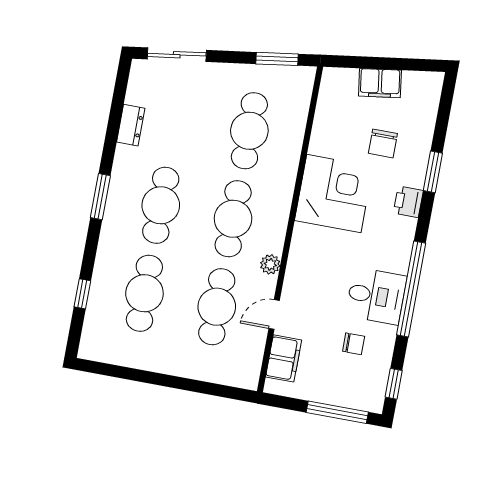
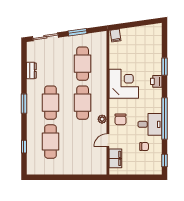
window: (277, 59) -> (78, 32), moved
filing cabinet: (380, 83) -> (116, 36), moved, width x0.50
chair: (383, 143) -> (120, 119), moved
cafe table: (217, 307) -> (83, 142), removed
window: (337, 412) -> (143, 177), removed

